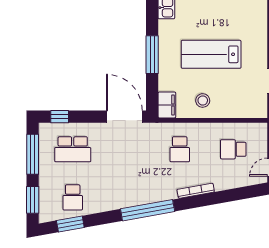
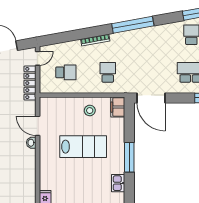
window: (152, 55) -> (129, 157), moved

